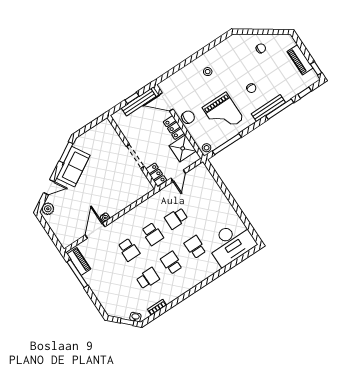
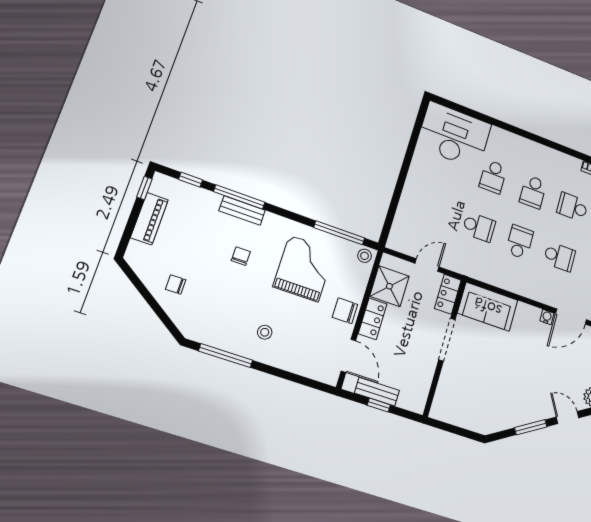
window: (211, 46) -> (226, 356), added
bench: (139, 102) -> (377, 392), width x0.73
bench: (268, 108) -> (242, 211), width x0.73
window: (66, 152) -> (531, 427), moved
sofa: (73, 167) -> (488, 307), moved, turned -150
school desk: (129, 250) -> (559, 257), turned 90

